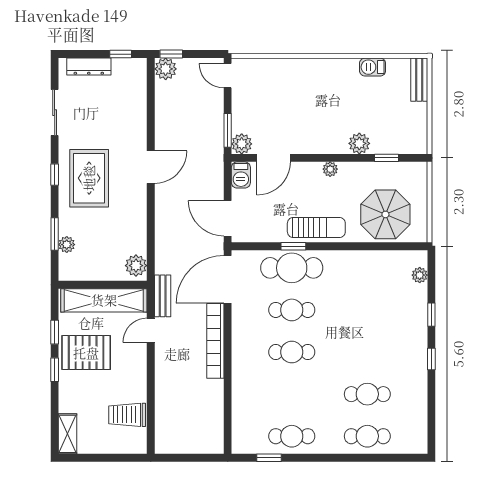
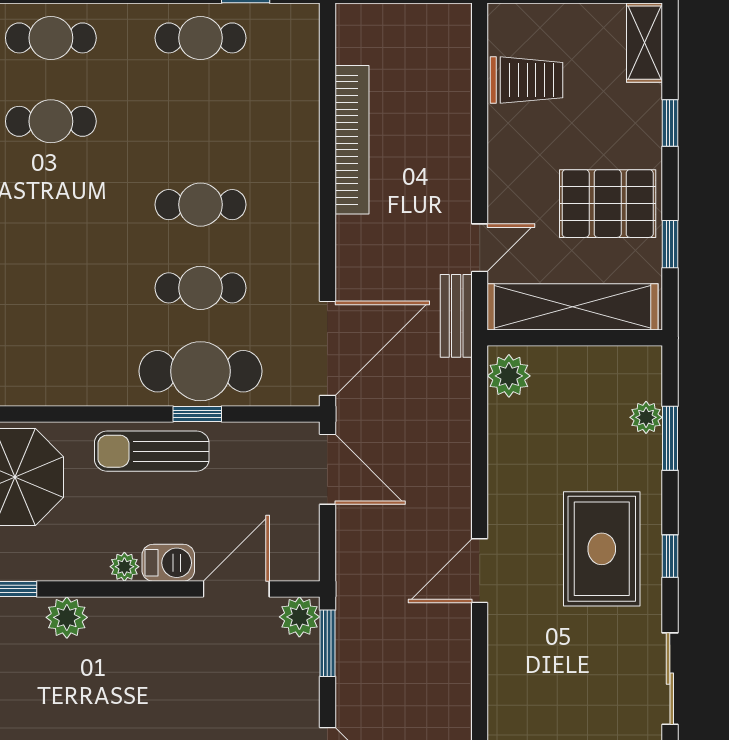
barbecue: (241, 175) -> (168, 563), moved, turned 90
bookcase: (215, 341) -> (352, 140), moved
window: (55, 370) -> (670, 123), moved

